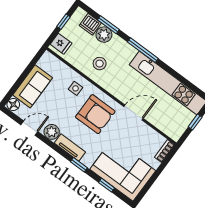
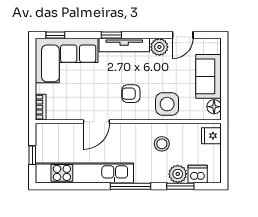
window: (64, 22) -> (224, 158), removed
side table: (75, 88) -> (167, 104), width x1.87, depth x1.87
floor lamp: (13, 104) -> (214, 107), moved
armchair: (95, 114) -> (131, 94), width x0.53, depth x0.53
tv unit: (70, 147) -> (124, 45), width x1.41
window: (106, 185) -> (55, 35), moved

